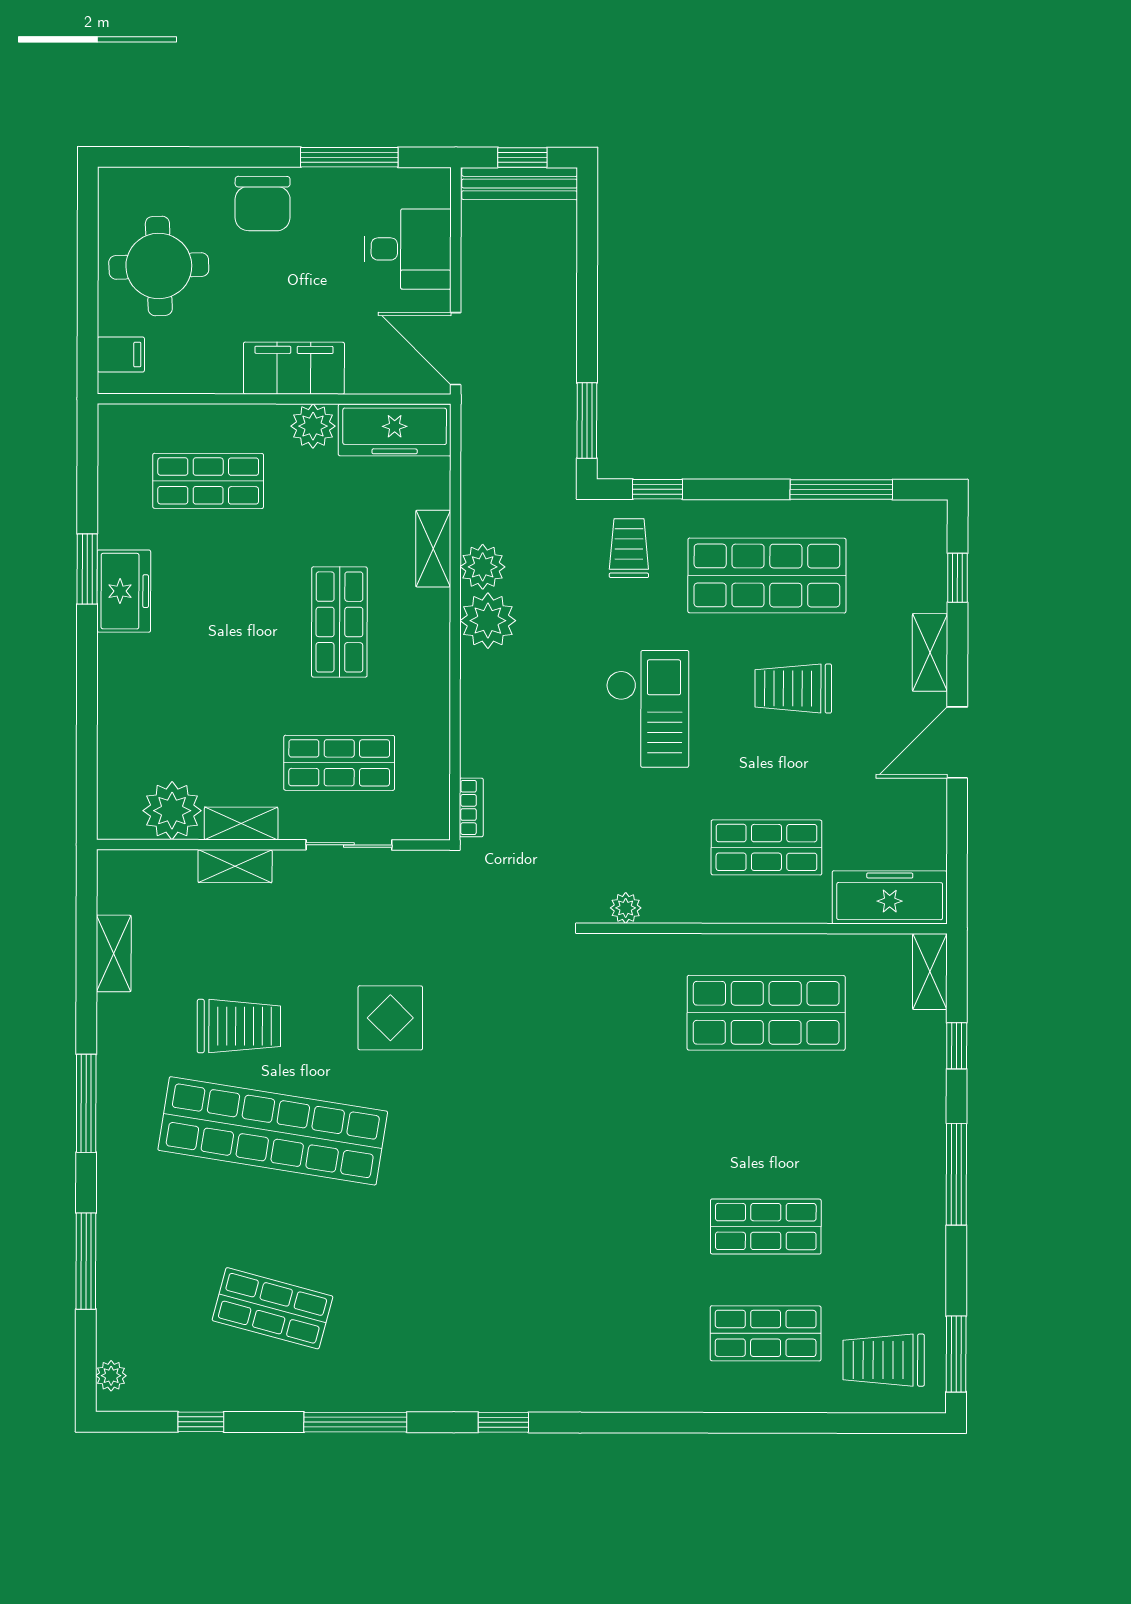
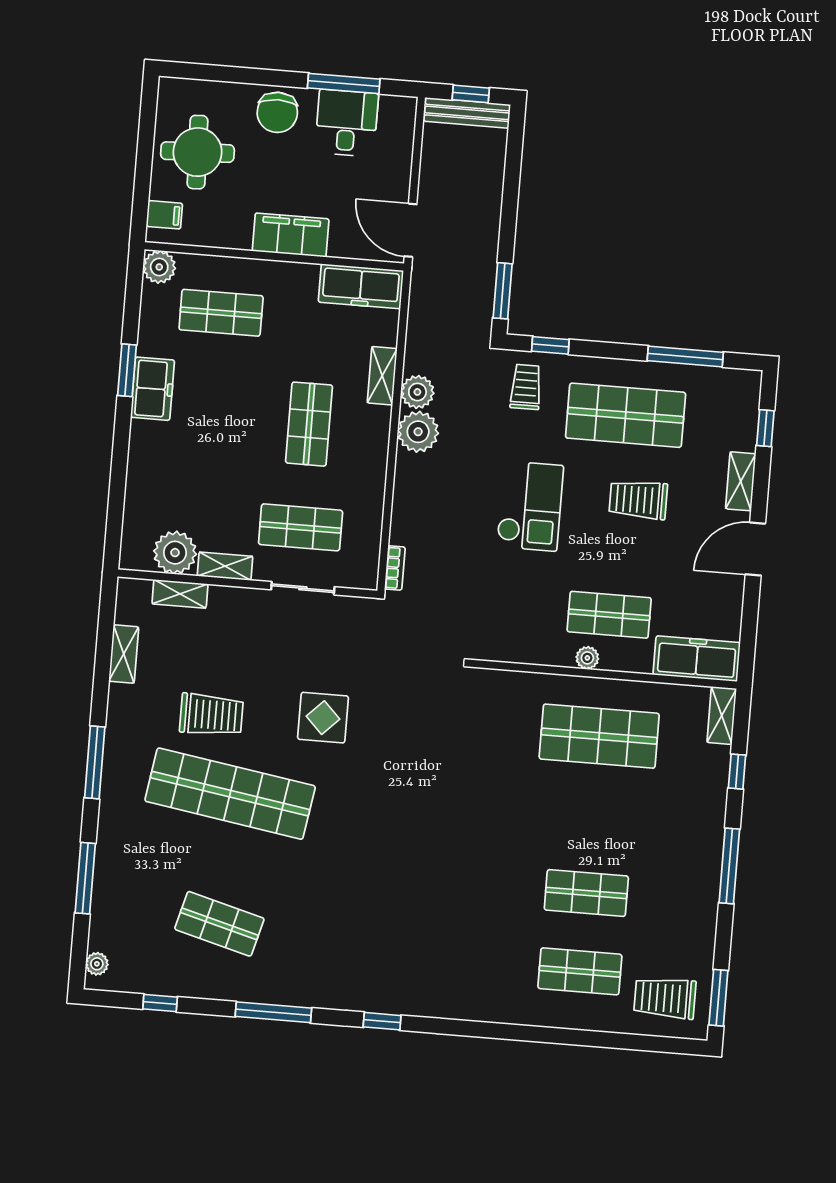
desk: (408, 249) -> (347, 123), moved, turned -90
plant: (313, 426) -> (159, 267), moved
shelving: (235, 866) -> (180, 594), moved
plant: (626, 908) -> (587, 658), moved

